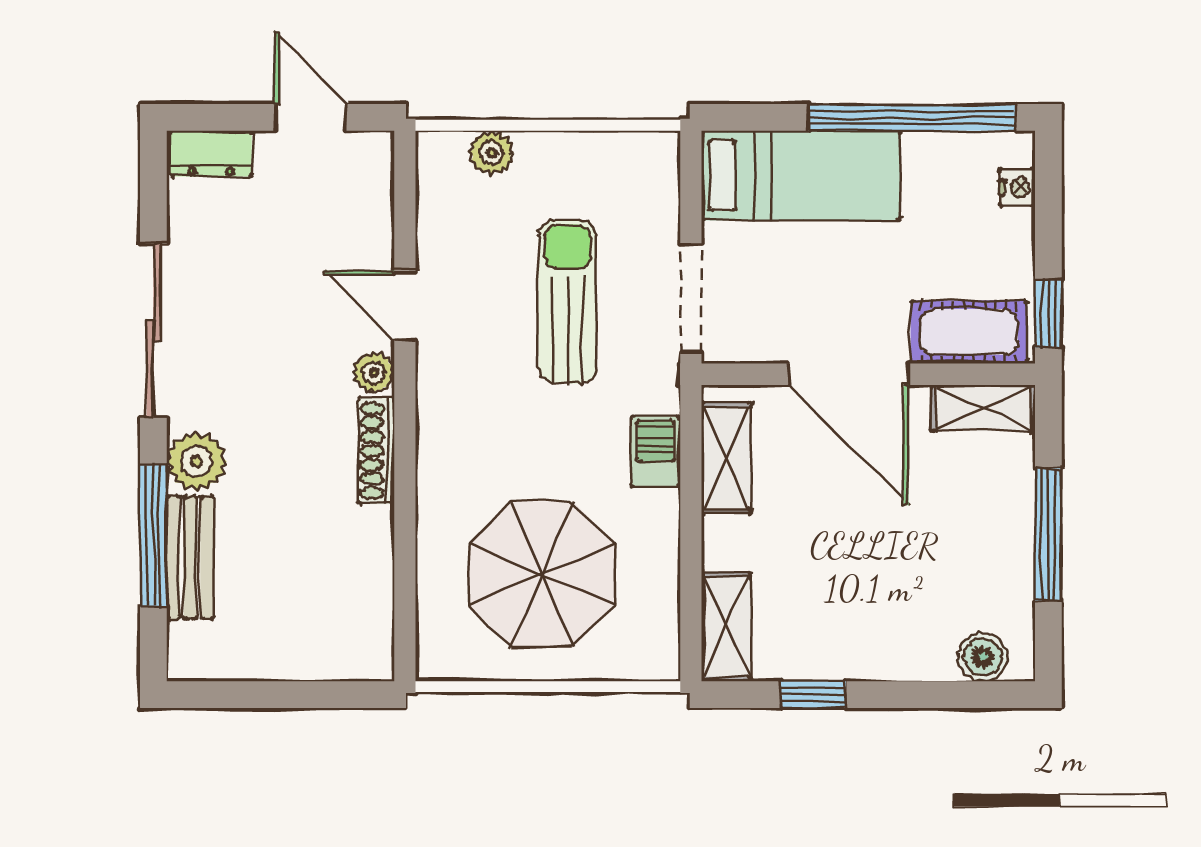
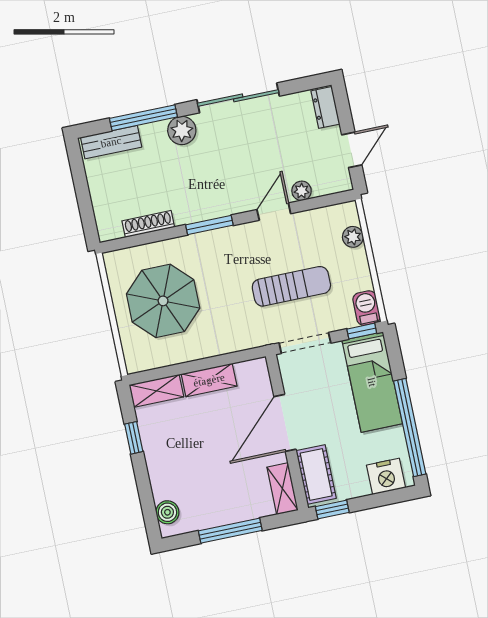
window: (691, 175) -> (362, 331), added
nightstand: (1017, 188) -> (386, 476), width x1.89, depth x1.79
plant: (374, 373) -> (302, 191), moved
window: (405, 445) -> (209, 225), added
shoe rack: (376, 451) -> (148, 224), moved
barbecue: (655, 451) -> (366, 308), moved, turned -90
shelving: (726, 458) -> (209, 380), moved
bench: (190, 557) -> (111, 142), moved

